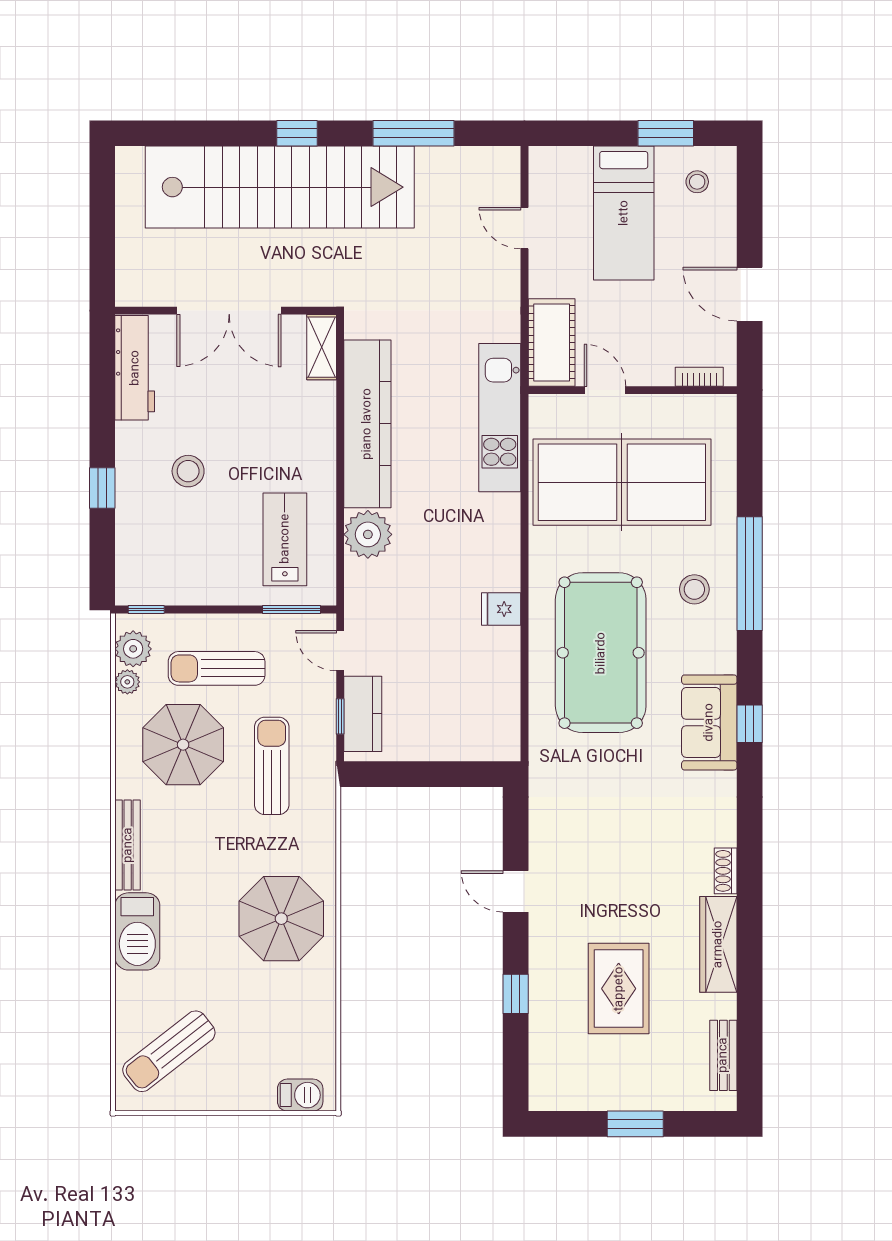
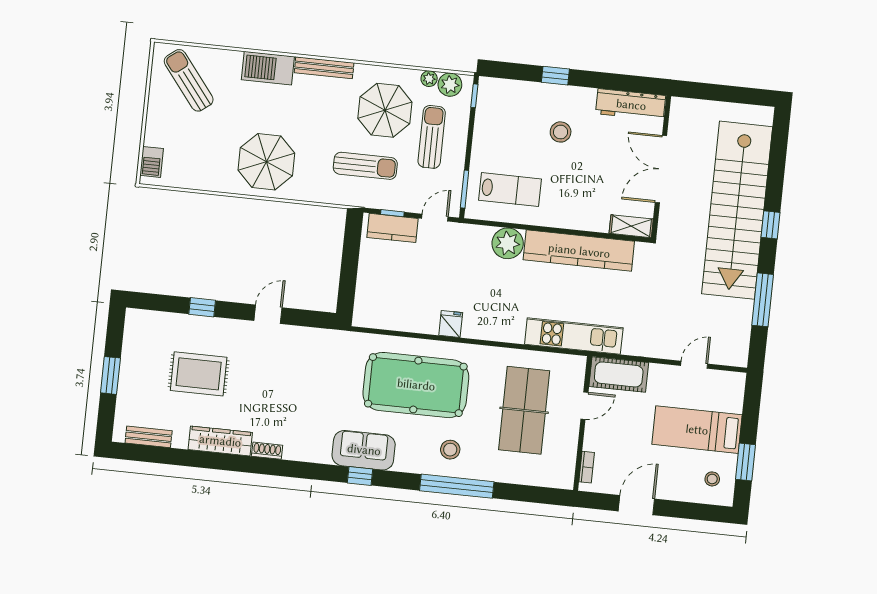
table tennis table: (622, 482) -> (524, 410), width x0.73, depth x0.76

